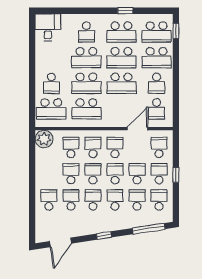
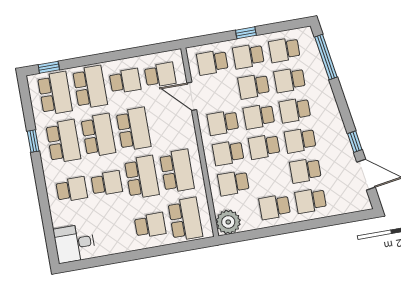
school desk: (86, 58) -> (107, 183), width x0.54
school desk: (71, 174) -> (275, 207), moved
window: (104, 236) -> (355, 142), moved

